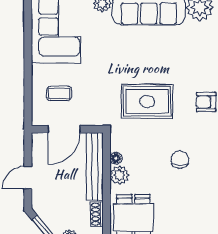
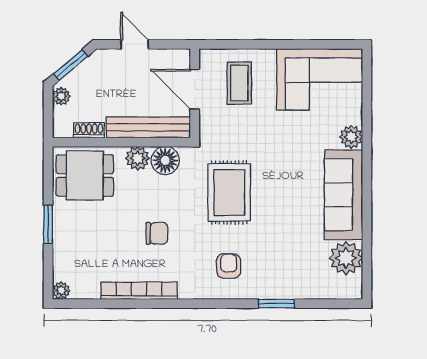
coffee table: (59, 93) -> (239, 83), width x1.36, depth x1.30
floor lamp: (116, 158) -> (165, 160), width x1.89, depth x1.89

